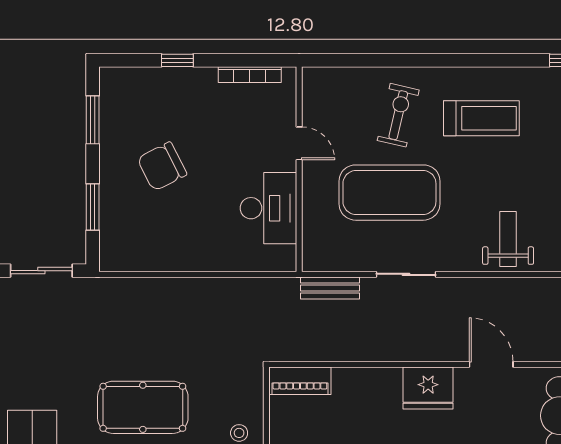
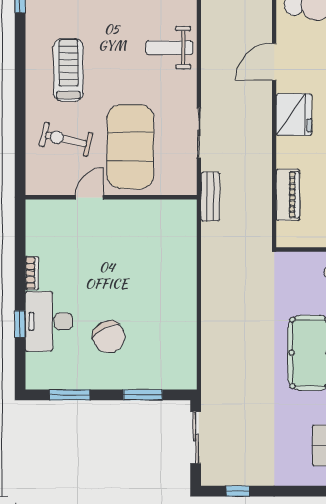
bookcase: (250, 75) -> (32, 273), width x0.64
door: (299, 143) -> (89, 197), moved
wall: (299, 169) -> (111, 197), moved
desk: (268, 208) -> (49, 321), moved, turned -90
piano: (300, 381) -> (288, 195), moved

